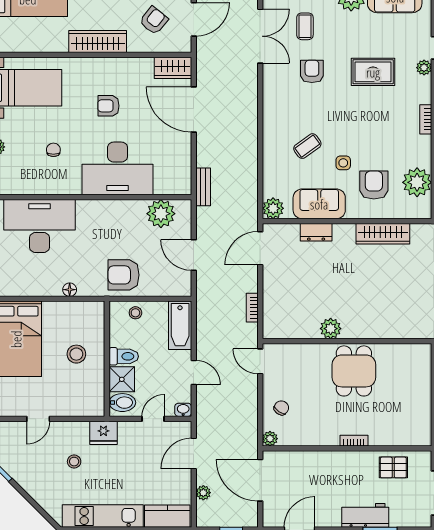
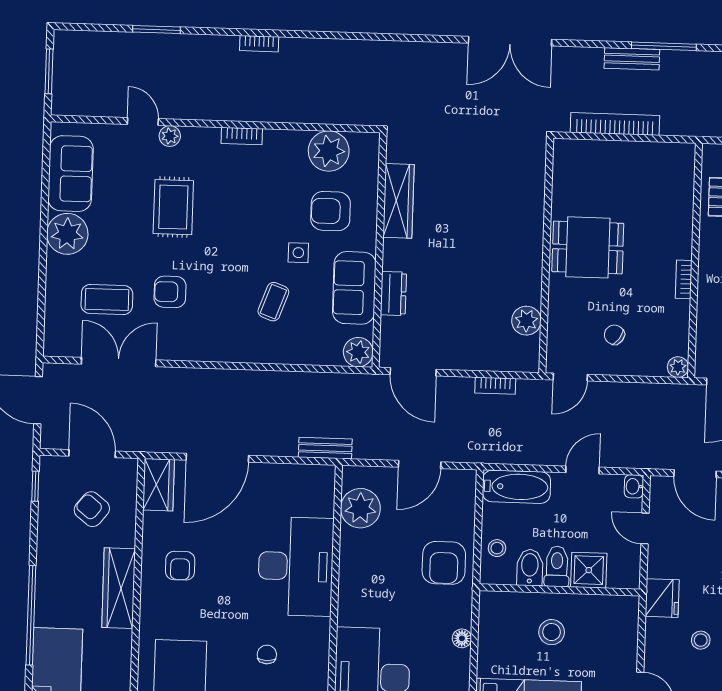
coffee table: (305, 26) -> (107, 299), width x1.36, depth x1.30
armchair: (108, 106) -> (180, 566), moved
coffee table: (307, 146) -> (273, 302), turned 56
chair: (53, 150) -> (267, 655), turned 90
plant: (331, 329) -> (526, 321), moved
bidet: (122, 403) -> (530, 567), moved
chair: (281, 408) -> (614, 335), moved
bookcase: (354, 441) -> (684, 279), moved

